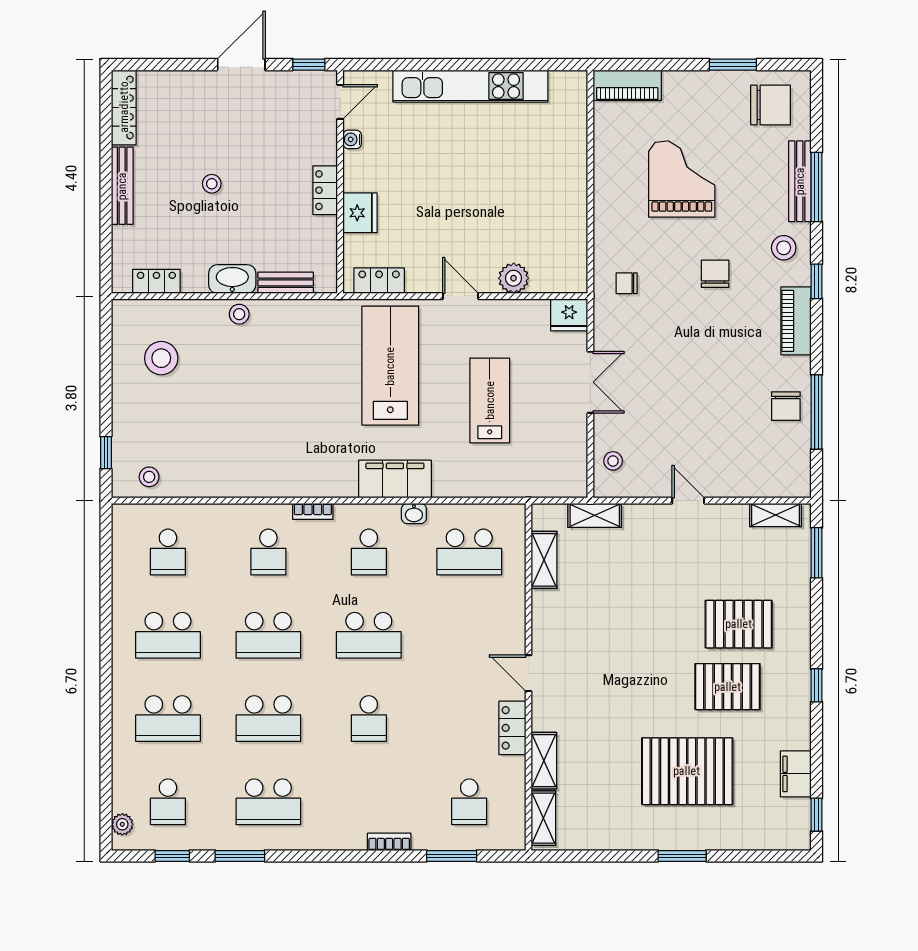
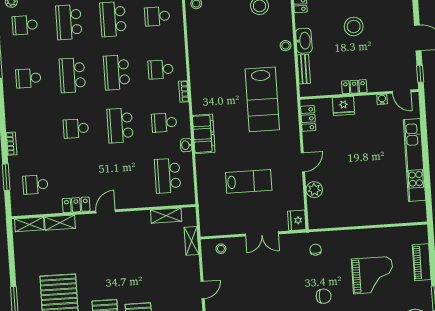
piano: (627, 85) -> (422, 262), moved
stool: (212, 184) -> (354, 26), width x1.89, depth x1.89
lab bench: (390, 366) -> (262, 99), moved, turned 90
school desk: (268, 802) -> (28, 78), width x0.54

